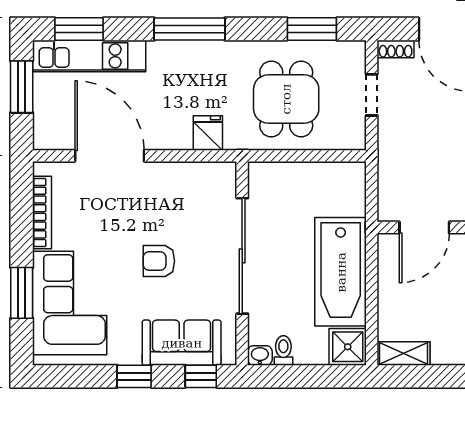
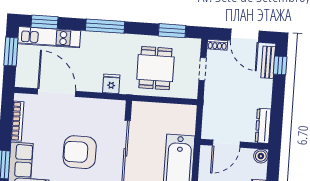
armchair: (159, 261) -> (80, 152), width x1.88, depth x1.88

